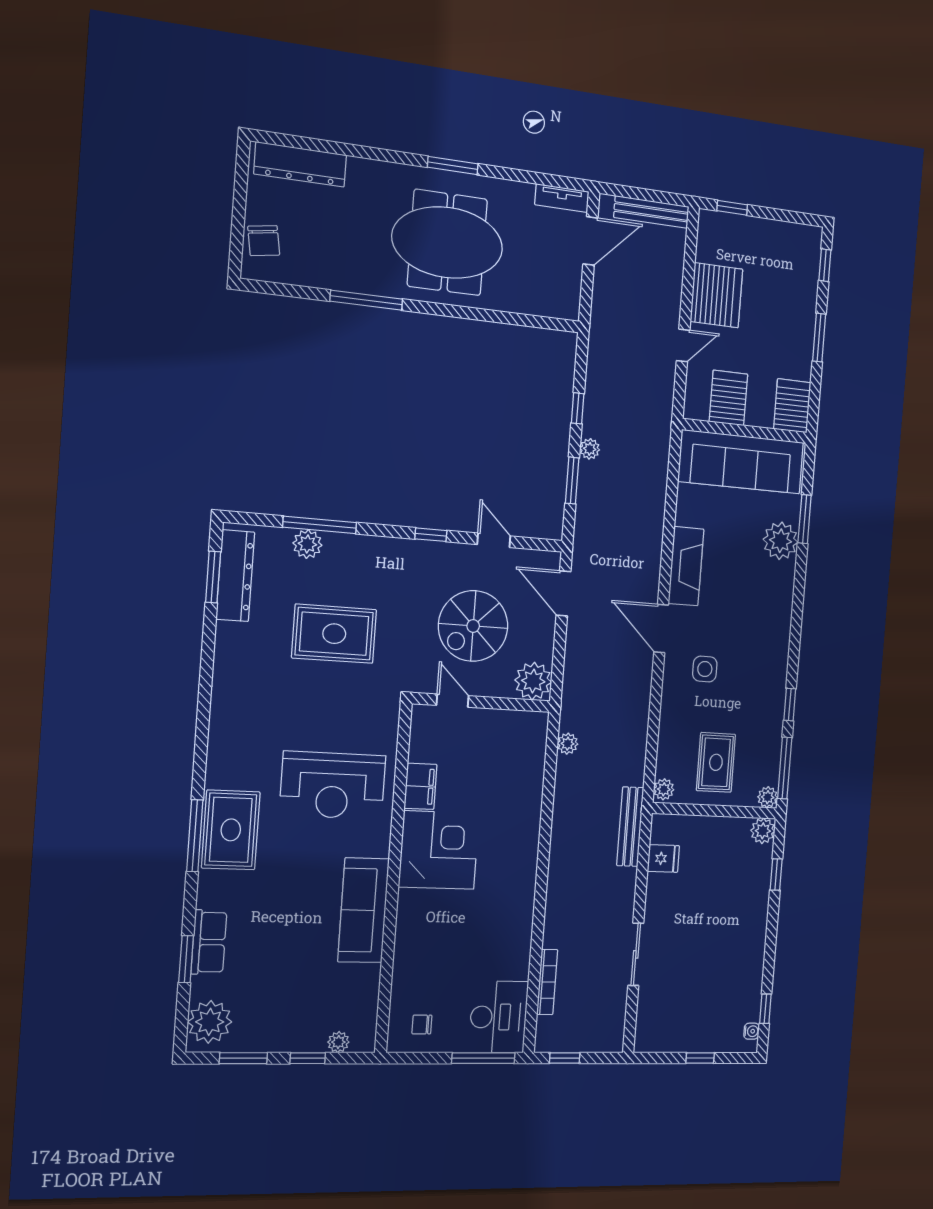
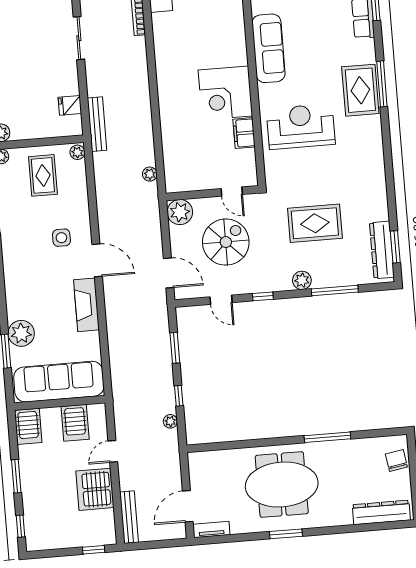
bench: (651, 212) -> (129, 517), moved, turned 90
plant: (590, 449) -> (170, 421), moved
plant: (307, 544) -> (302, 280), moved

